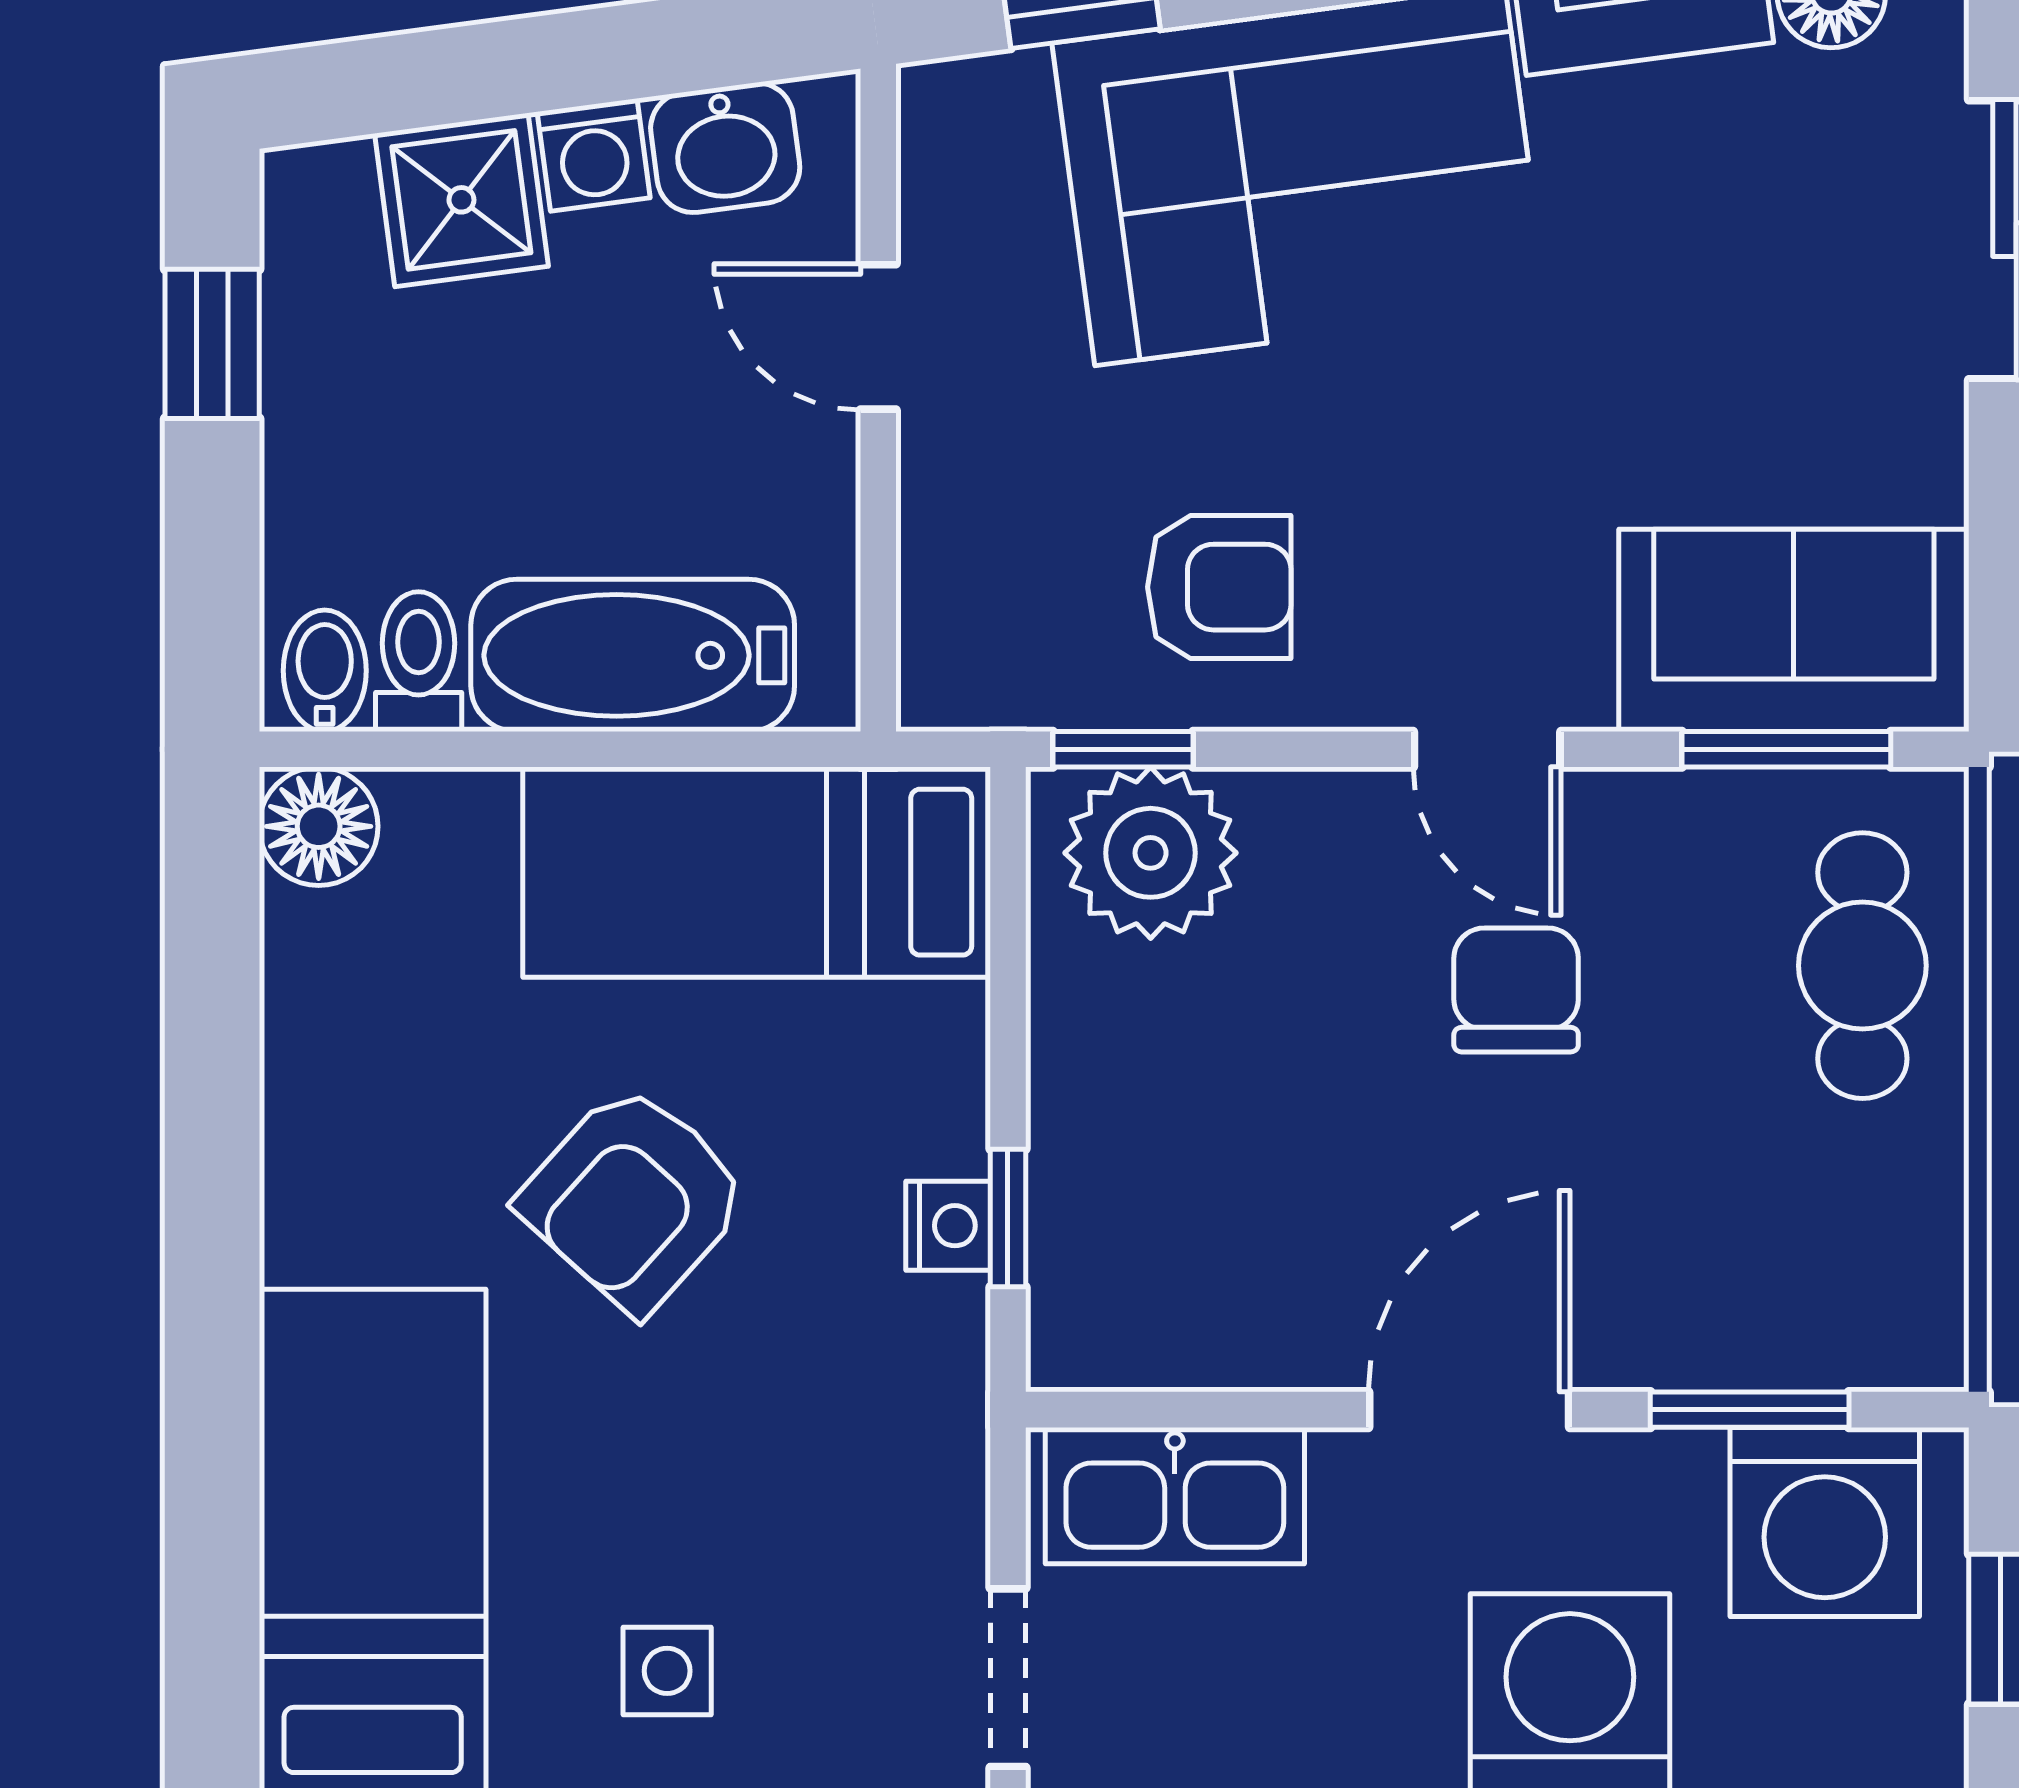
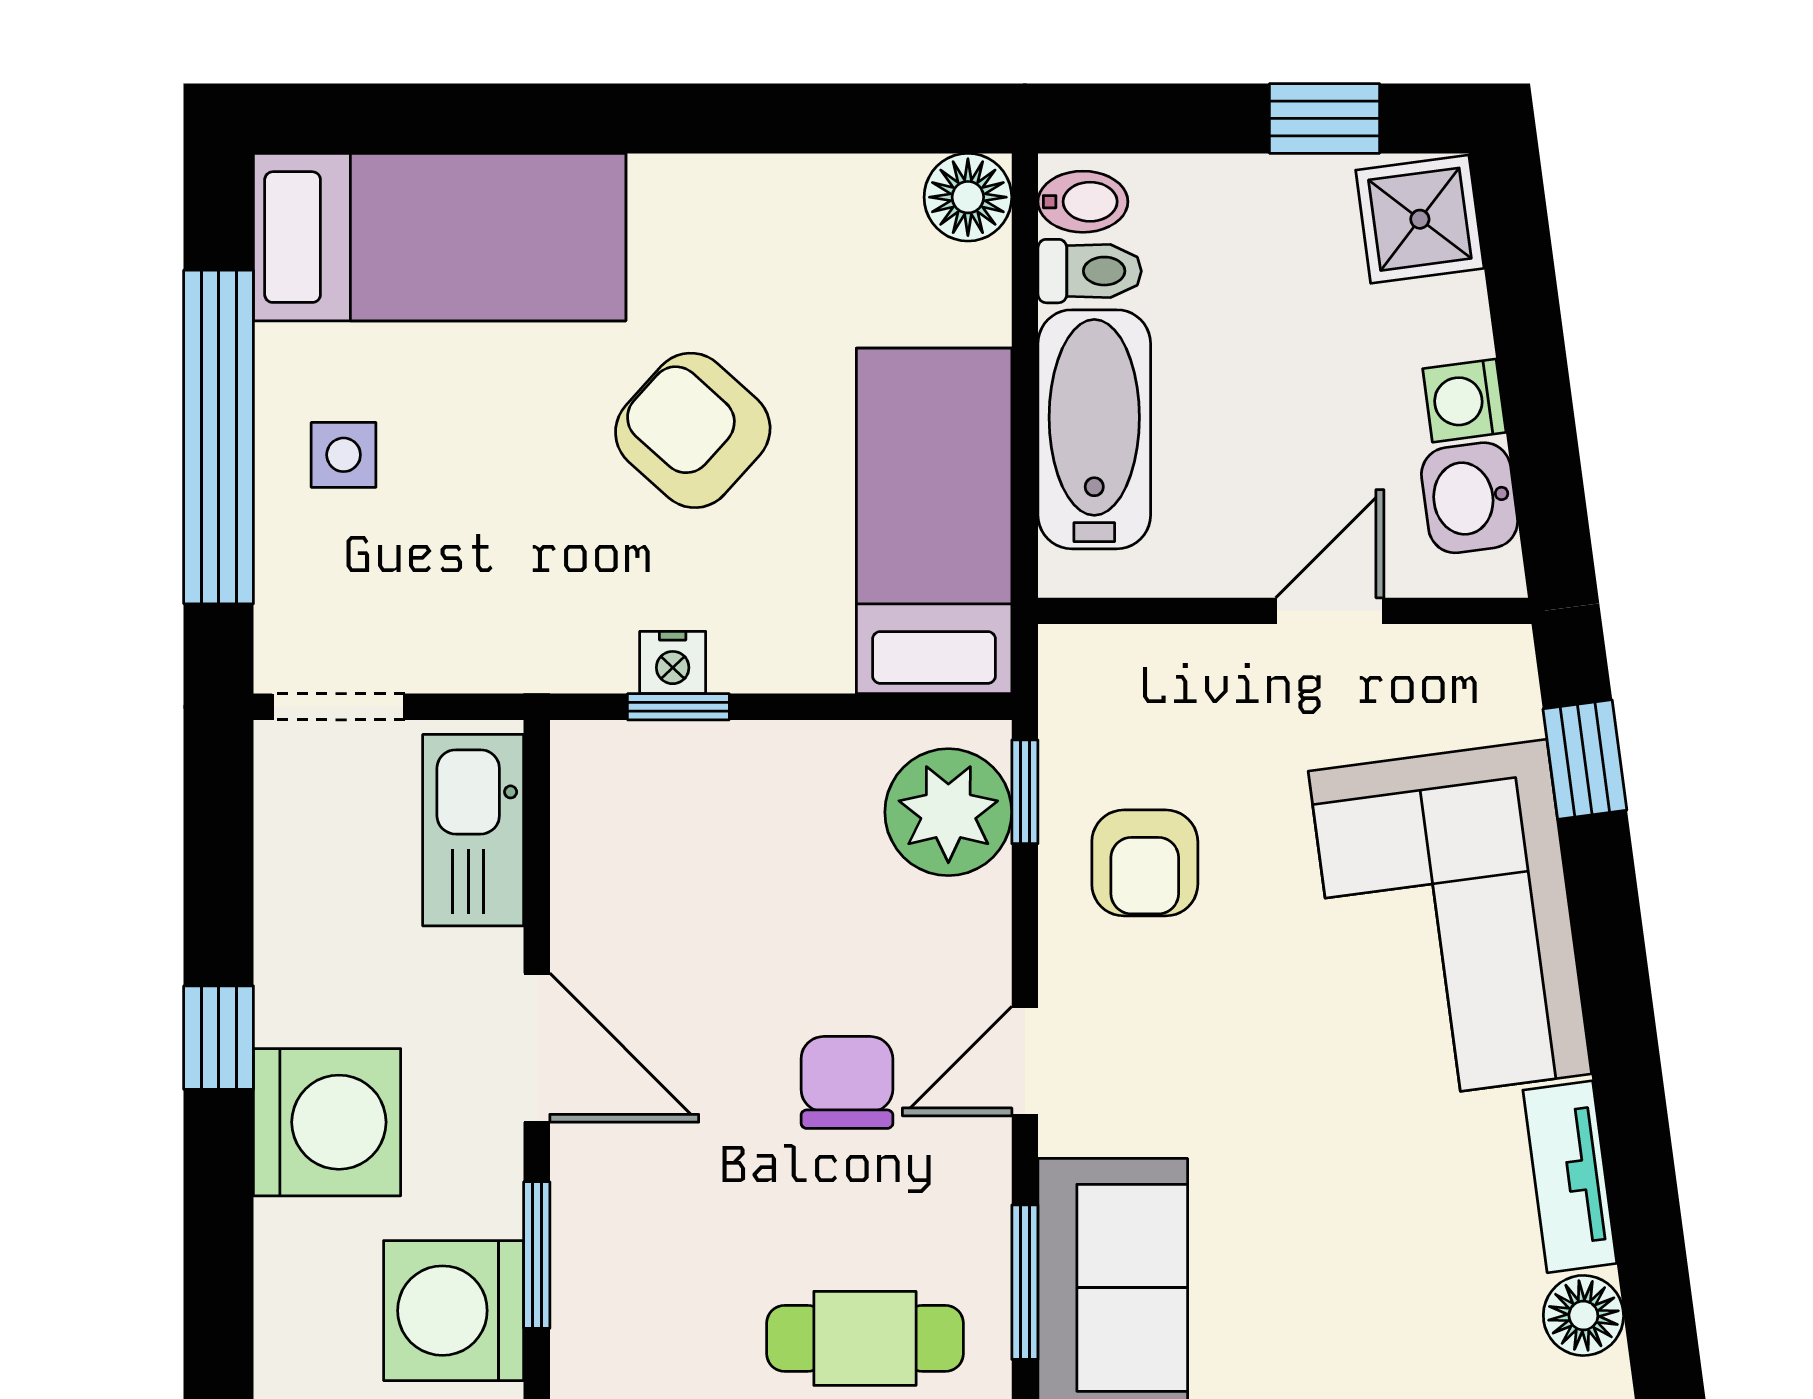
shower: (461, 200) -> (1420, 219), moved
chair: (1516, 990) -> (847, 1082), turned -90

